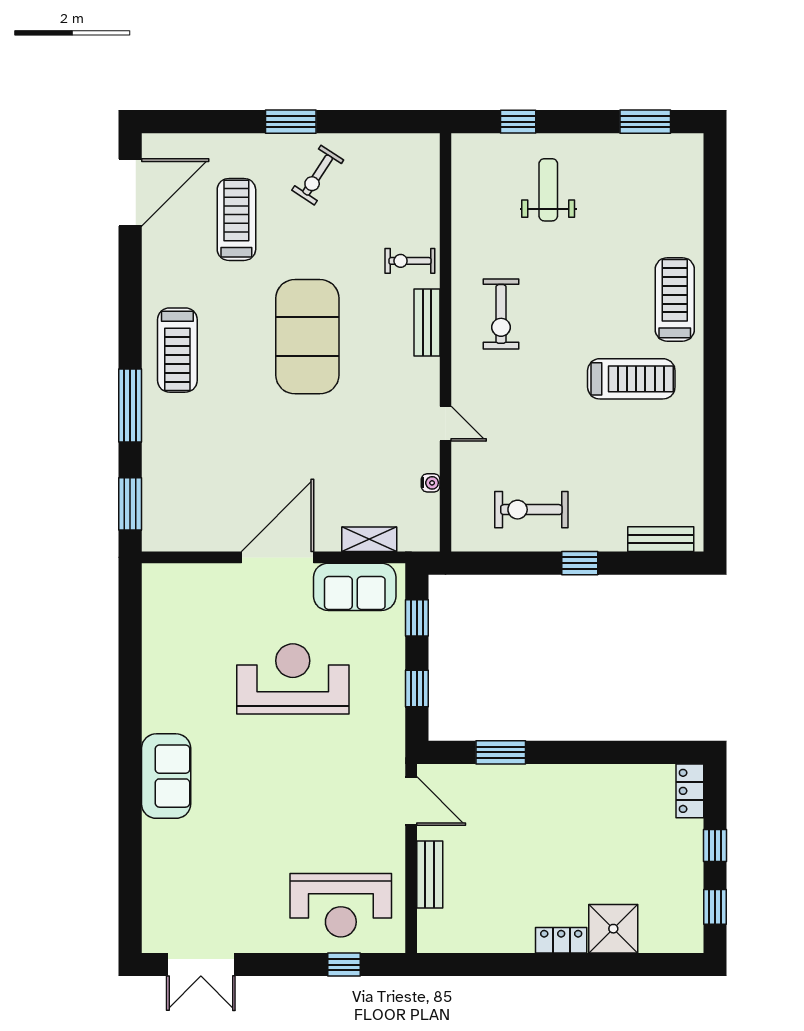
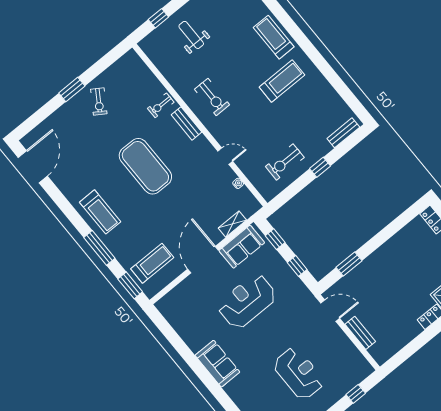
treadmill: (236, 219) -> (152, 263), moved, turned 90
sofa: (166, 776) -> (217, 364), moved
reception desk: (341, 905) -> (299, 373), moved, turned -90

